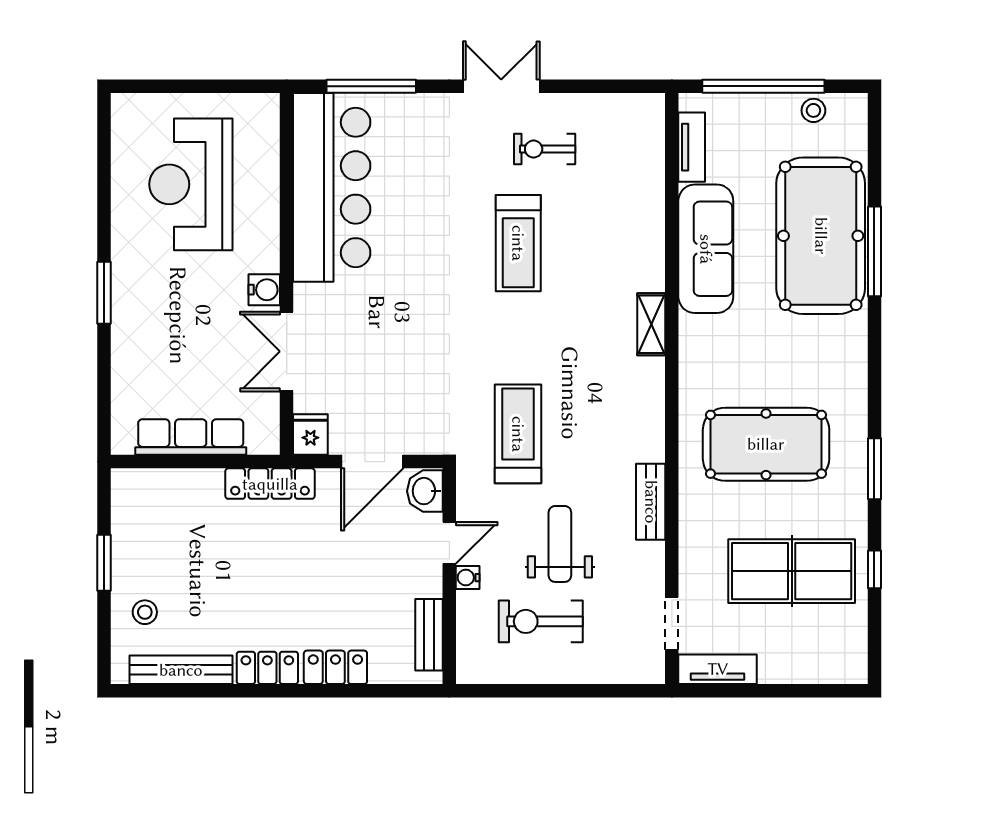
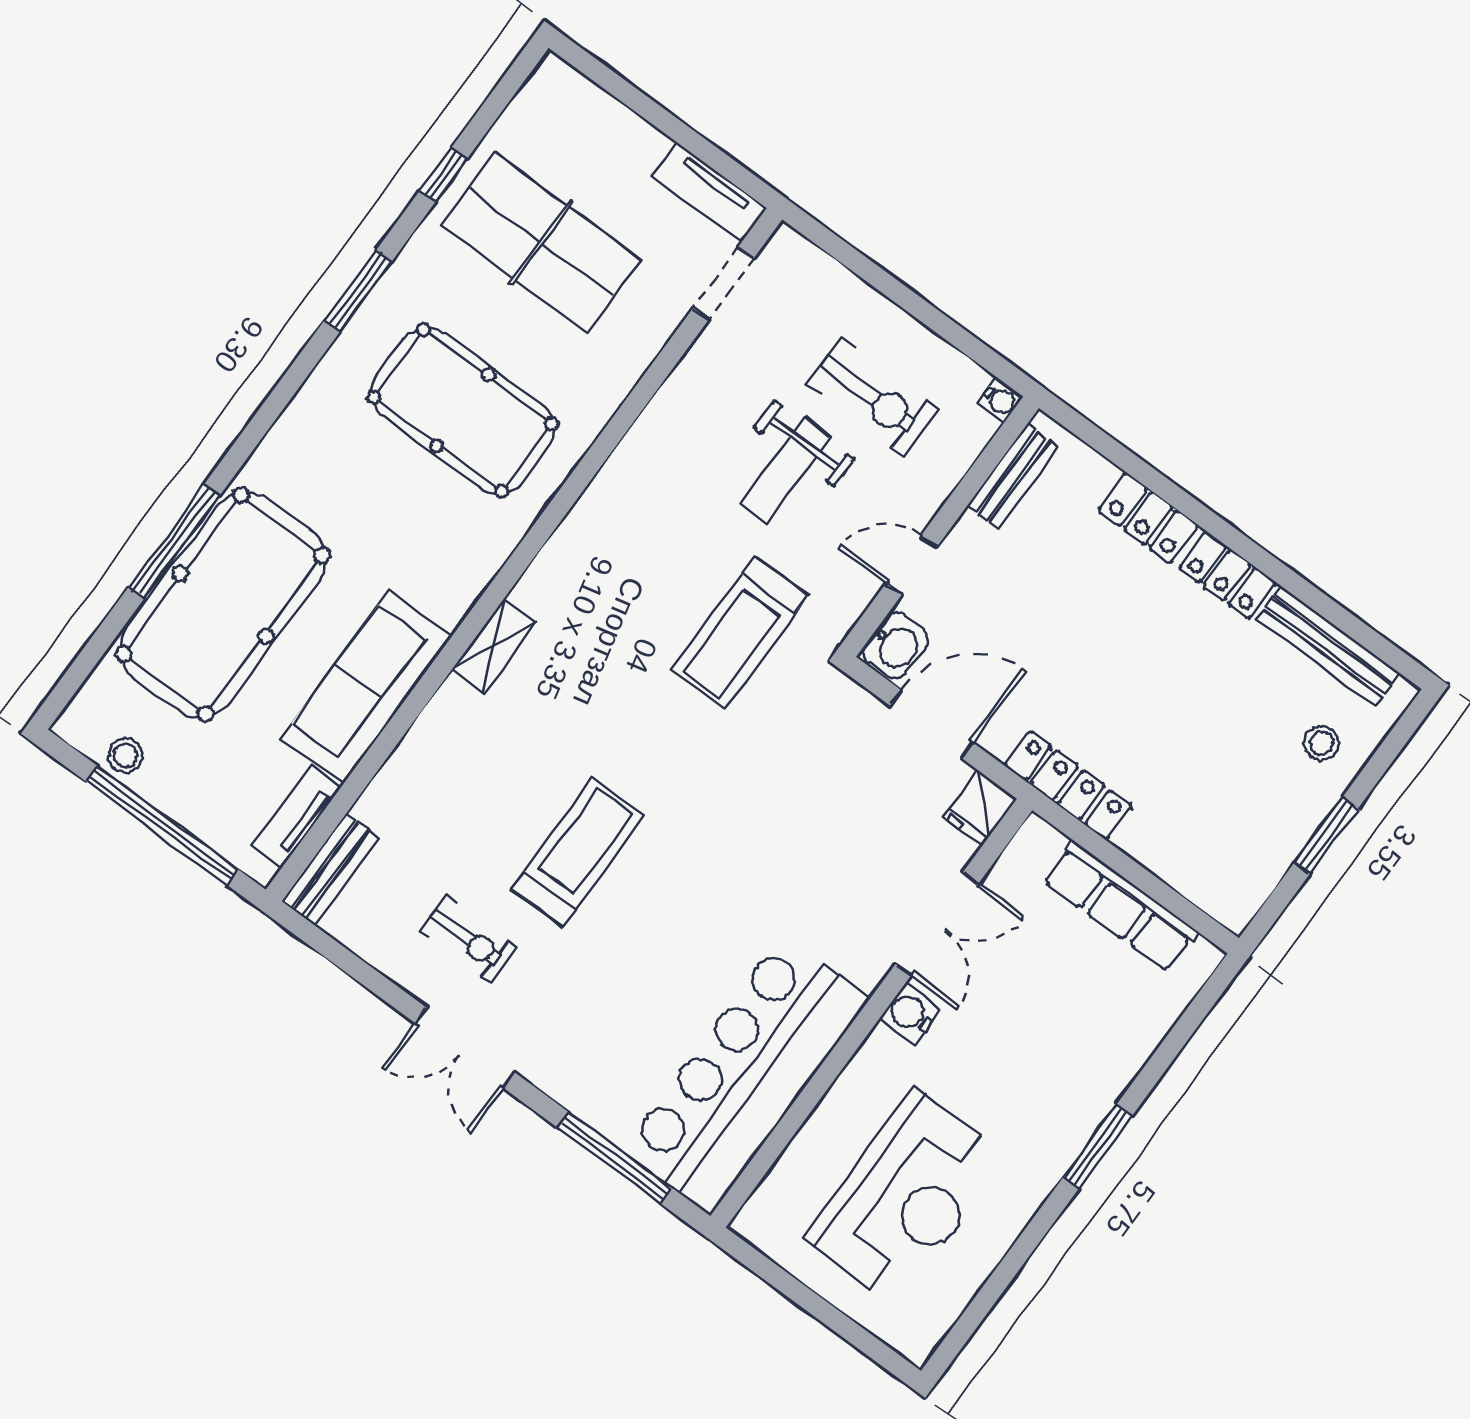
bench: (651, 502) -> (331, 869), moved
water cooler: (468, 578) -> (1000, 400), moved

